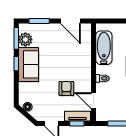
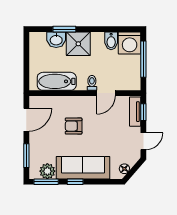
sofa: (28, 64) -> (83, 168), width x1.36
armchair: (66, 88) -> (74, 126), moved
door: (94, 101) -> (106, 93), moved

